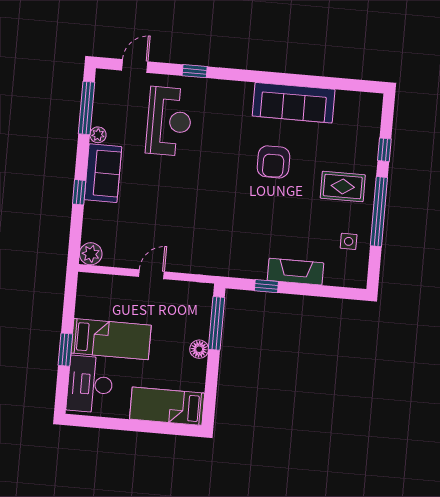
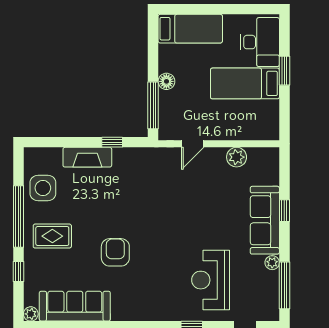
plant: (375, 101) -> (31, 314), added
sofa: (294, 103) -> (75, 306), moved
sofa: (103, 173) -> (265, 220), width x1.36
side table: (349, 241) -> (43, 188), width x1.87, depth x1.87
plant: (91, 254) -> (237, 157), moved
door: (152, 274) -> (193, 144), moved

